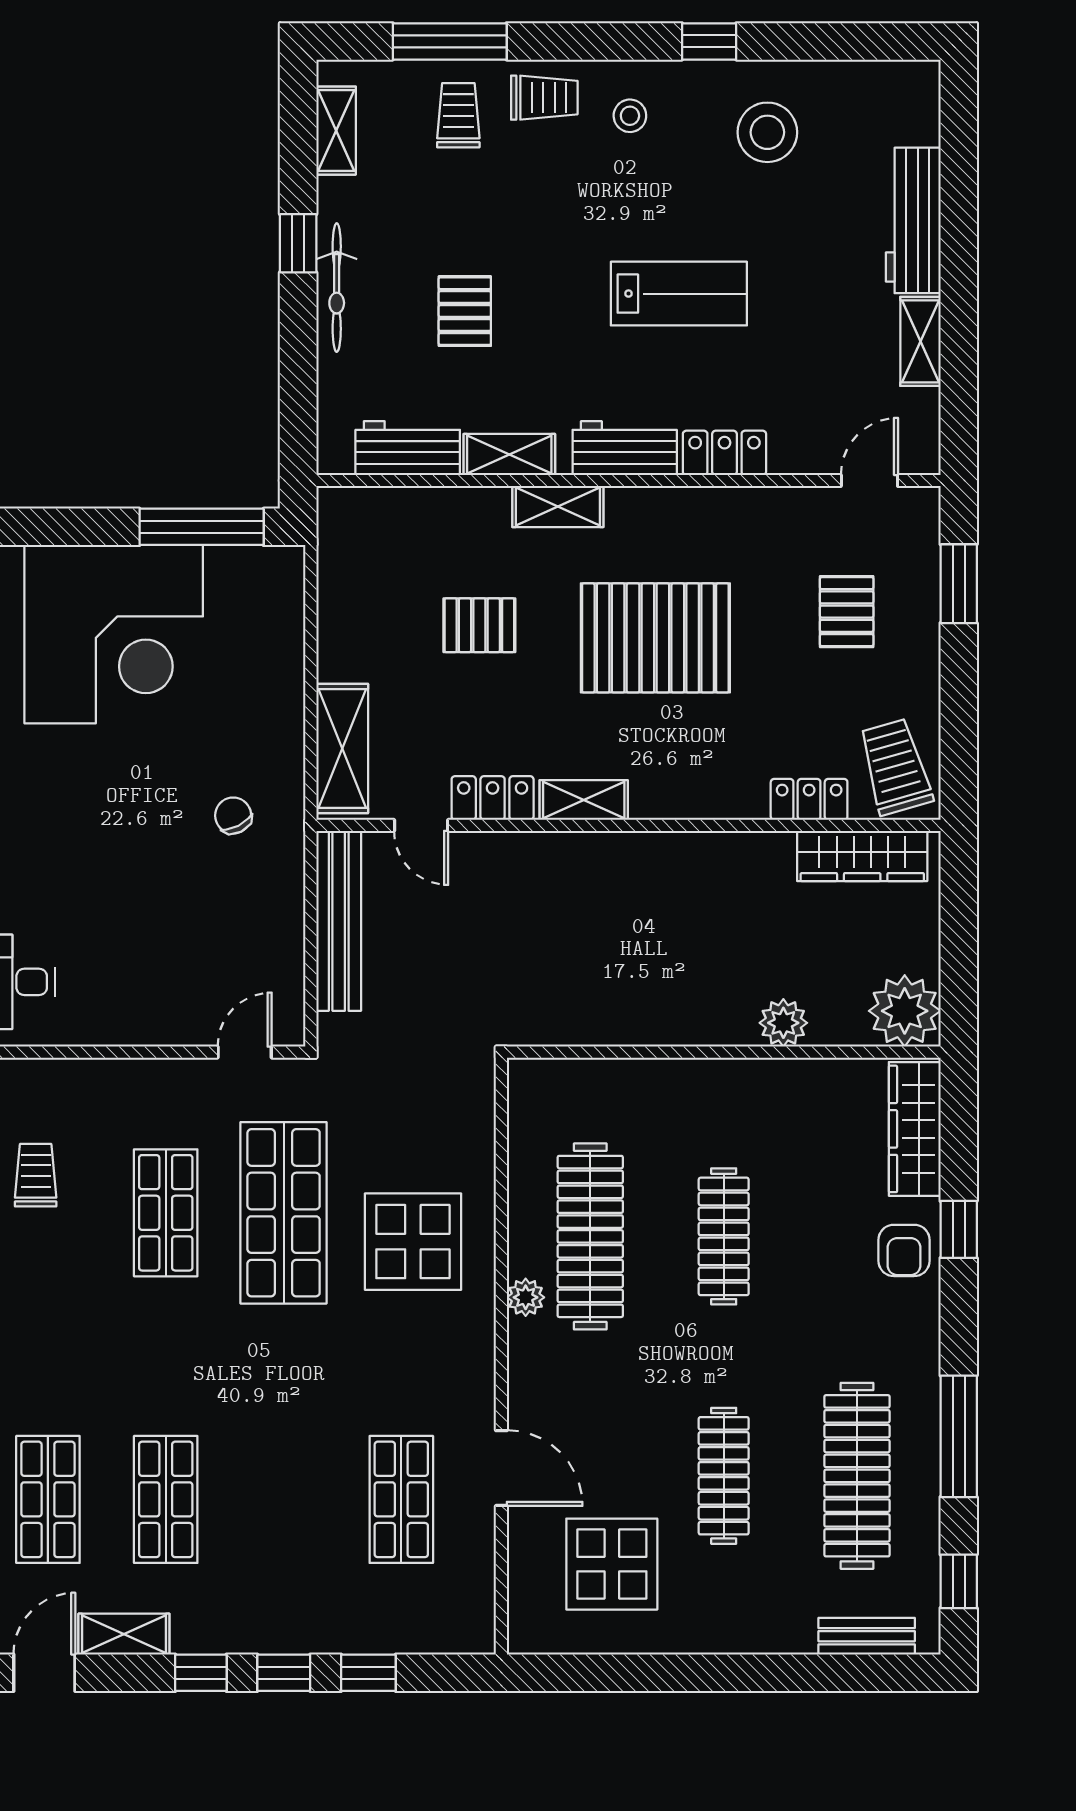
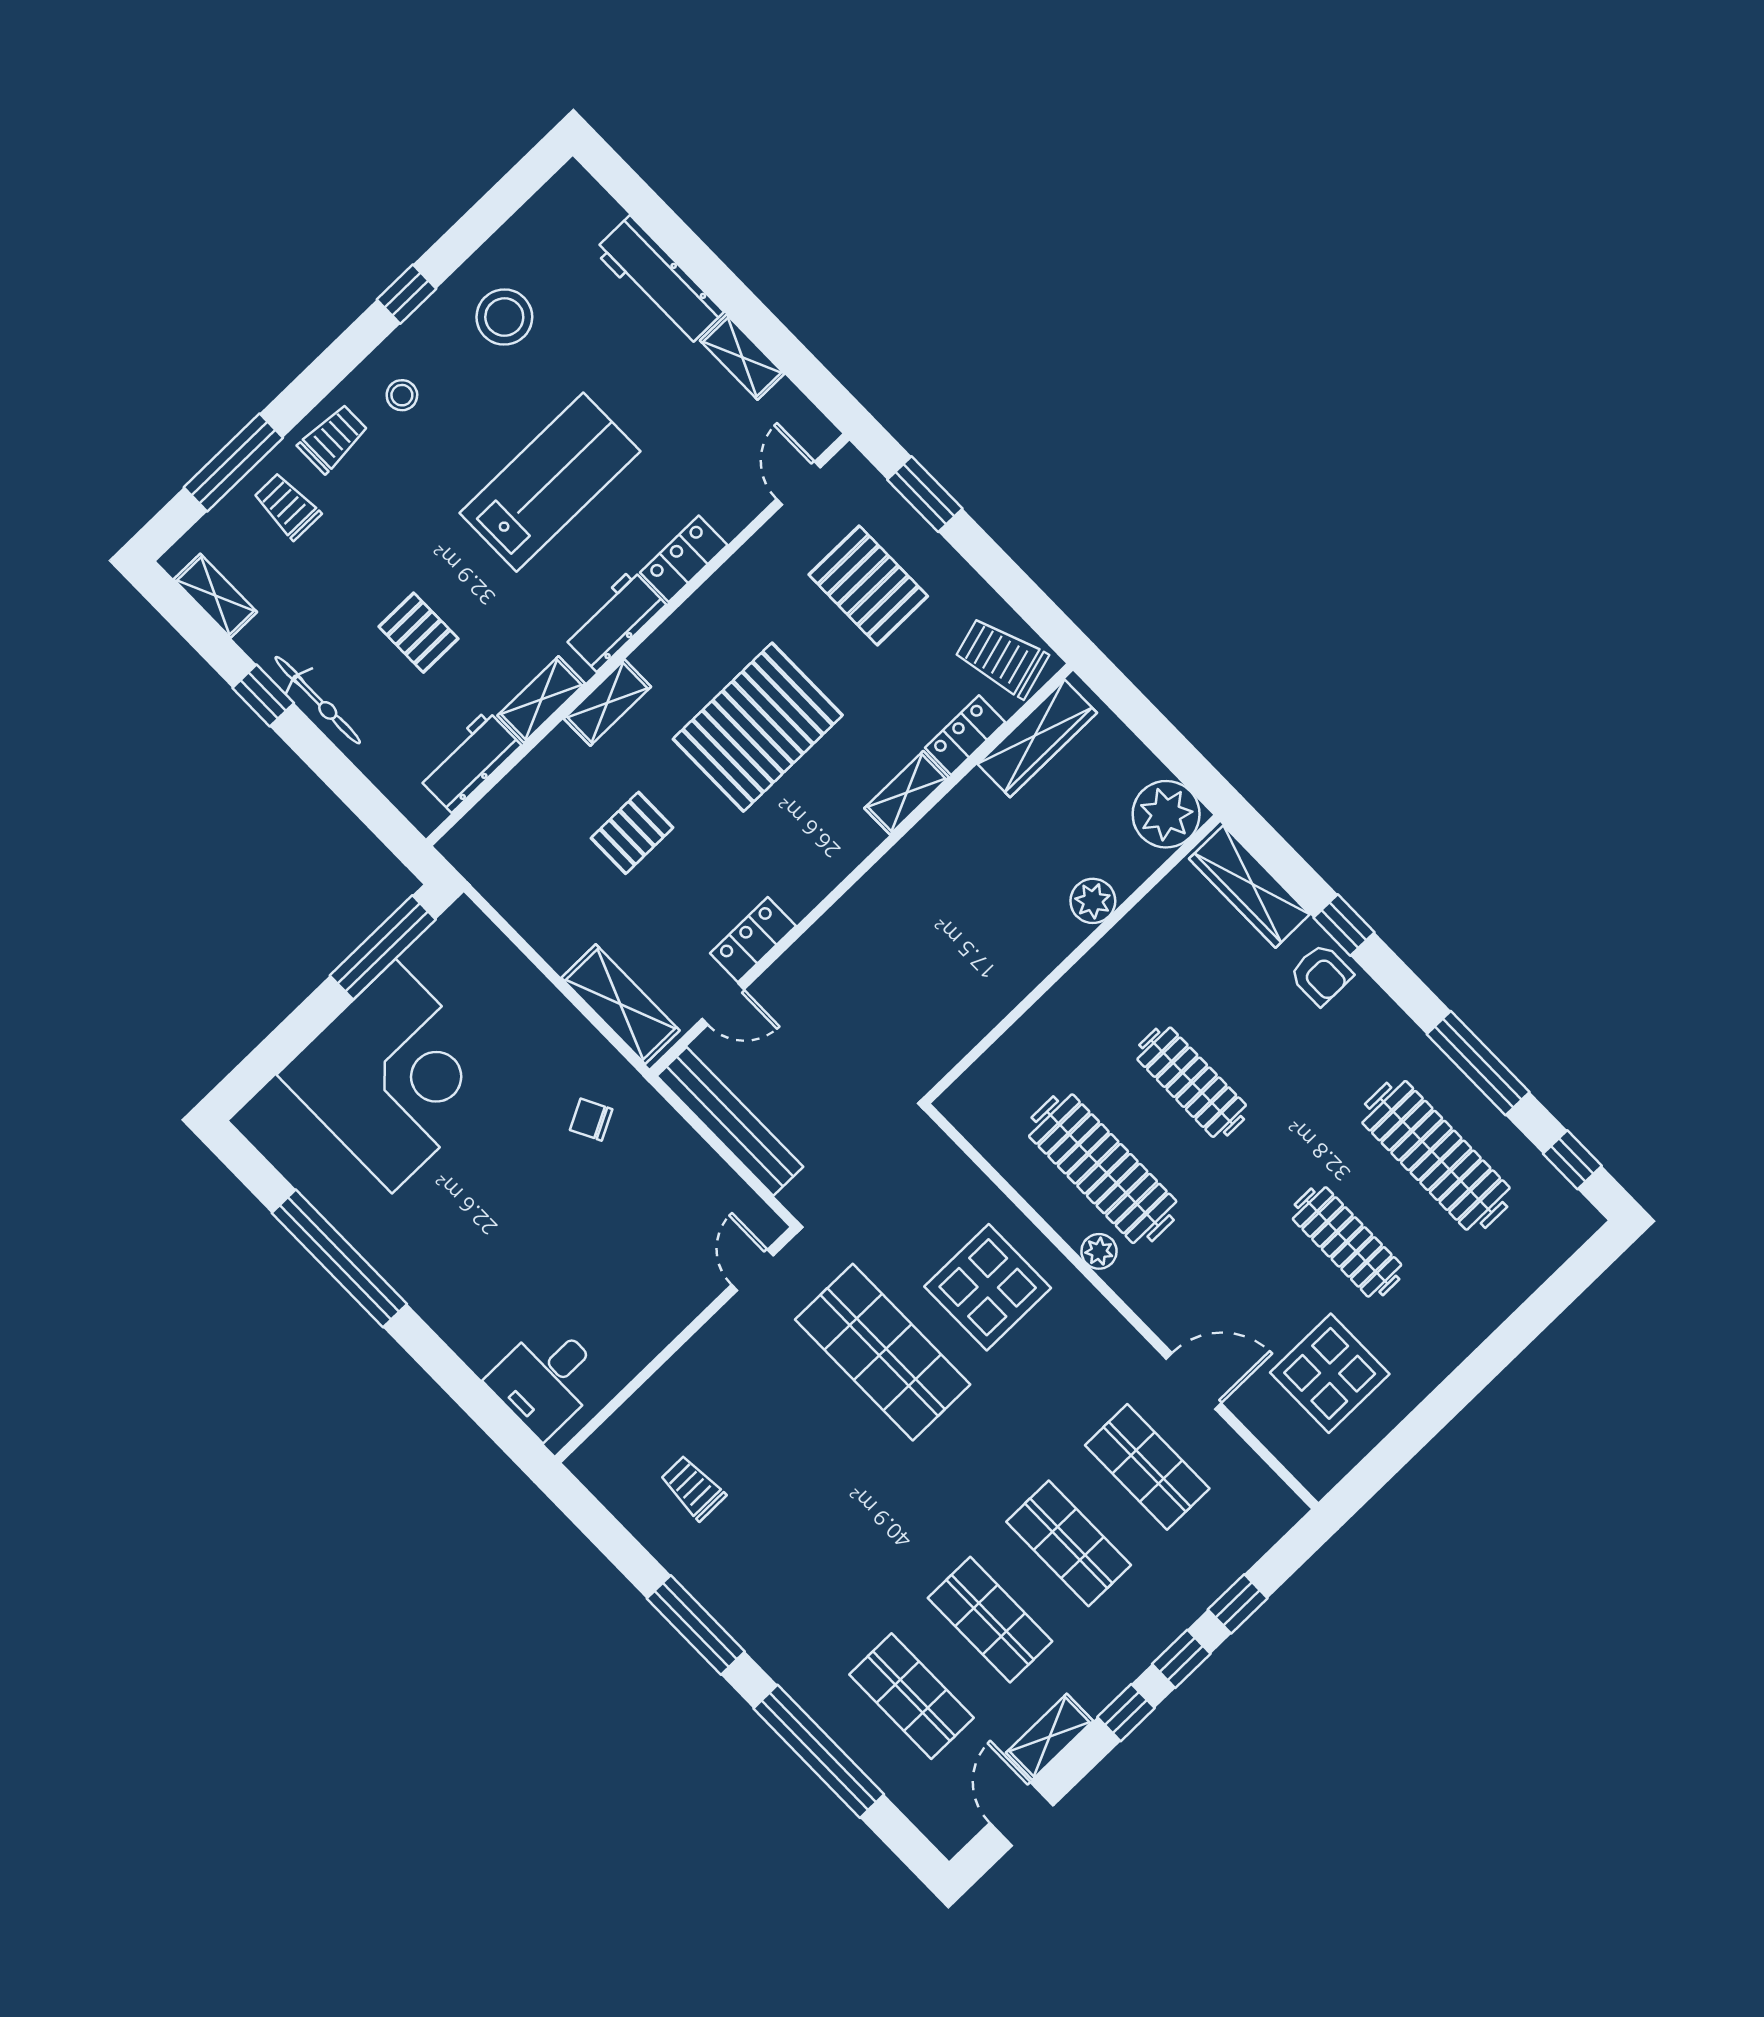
lab bench: (679, 294) -> (550, 482), width x1.36, depth x1.39
pallet: (847, 612) -> (868, 585), width x1.50, depth x1.42
shelving: (584, 800) -> (907, 793), moved
shop shelf: (166, 1213) -> (1069, 1543), moved
bench: (867, 1636) -> (1546, 1256), removed

